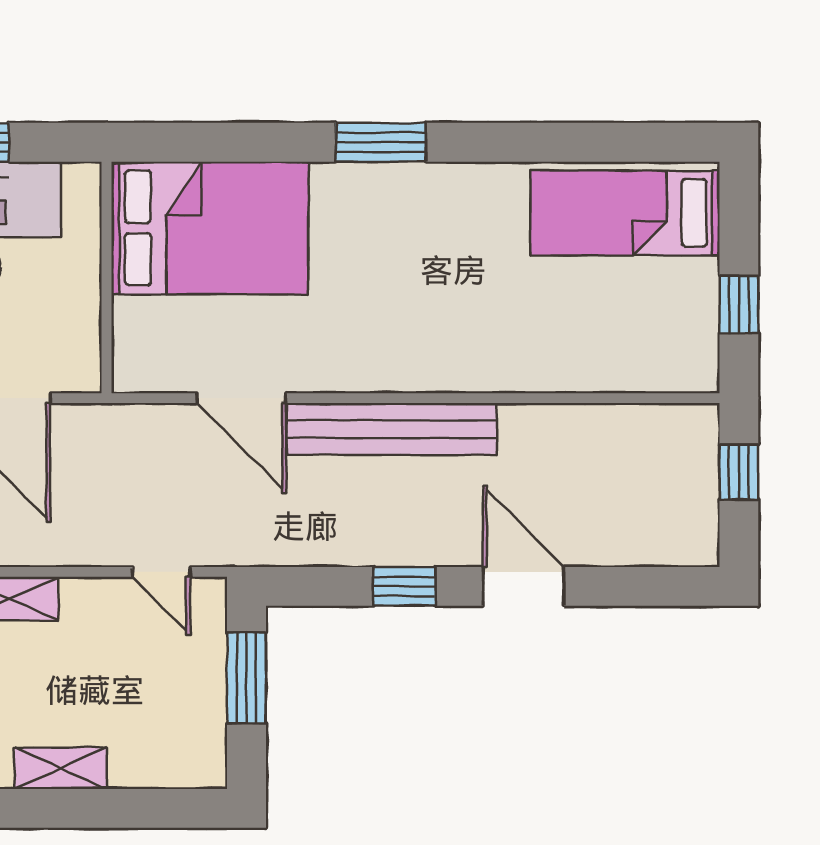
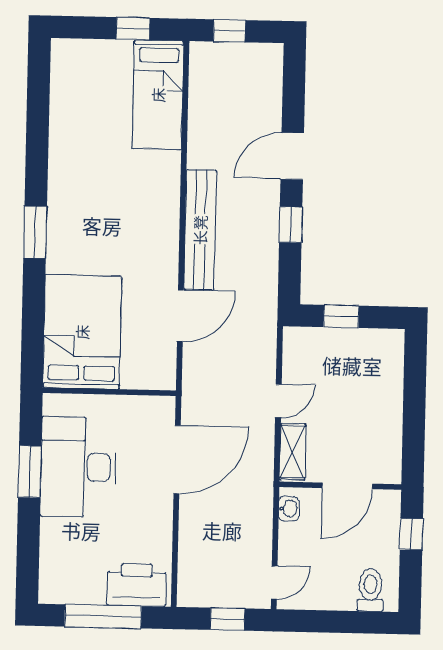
bed: (625, 213) -> (158, 95), moved
door: (161, 572) -> (278, 401), moved
window: (247, 678) -> (341, 316), width x0.67
shelving: (61, 768) -> (391, 425), removed

